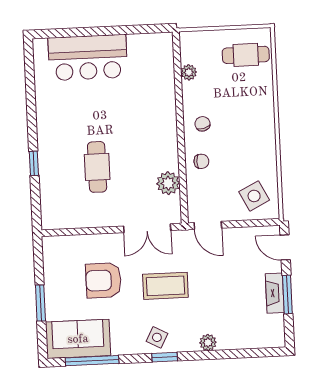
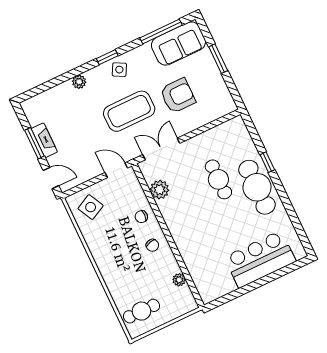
cafe table: (57, 140) -> (257, 187), added
coffee table: (165, 286) -> (129, 111), width x1.36, depth x1.32

